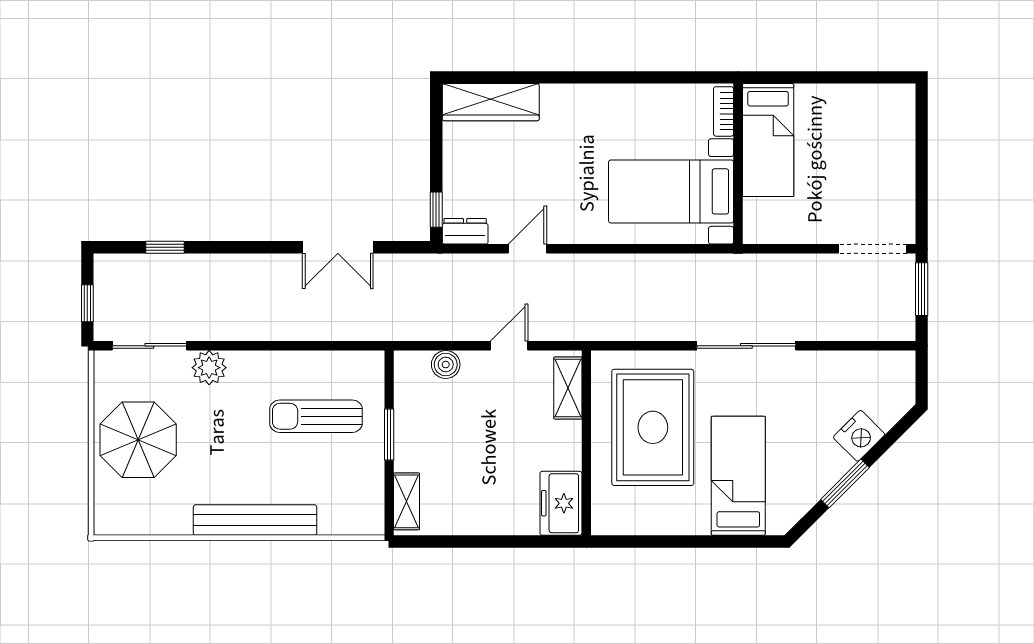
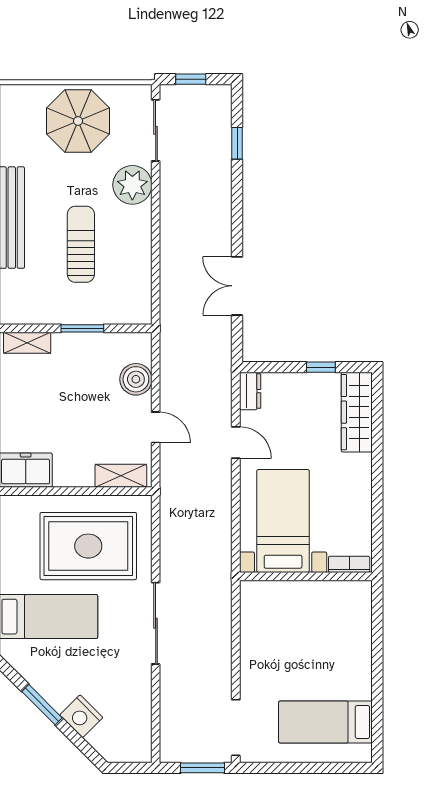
bookcase: (724, 111) -> (349, 564), moved
bed: (768, 140) -> (325, 722), moved
wall: (738, 164) -> (306, 576), moved
bed with nightstands: (671, 191) -> (283, 521), moved
window: (436, 210) -> (321, 367), moved
boiler: (446, 365) -> (136, 379), width x1.36, depth x1.36
plant: (209, 368) -> (132, 185), width x1.36, depth x1.36
sun lounger: (316, 416) -> (81, 244), moved

